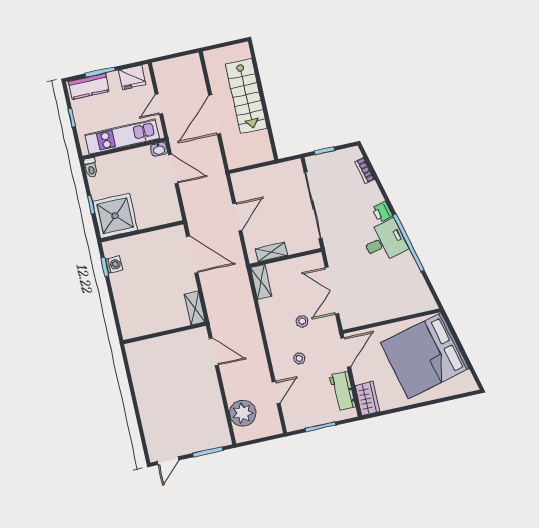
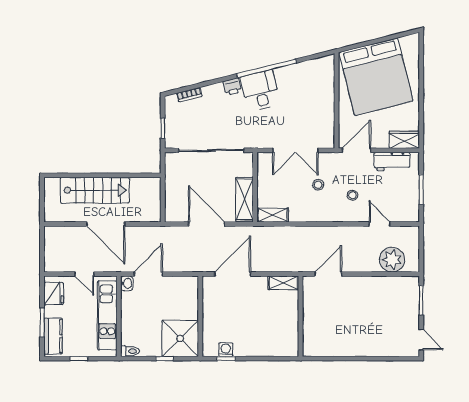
door: (237, 217) -> (207, 224), width x1.36
shelving: (271, 252) -> (244, 199), width x1.50, depth x1.33
door: (346, 352) -> (356, 150), hinge flipped

